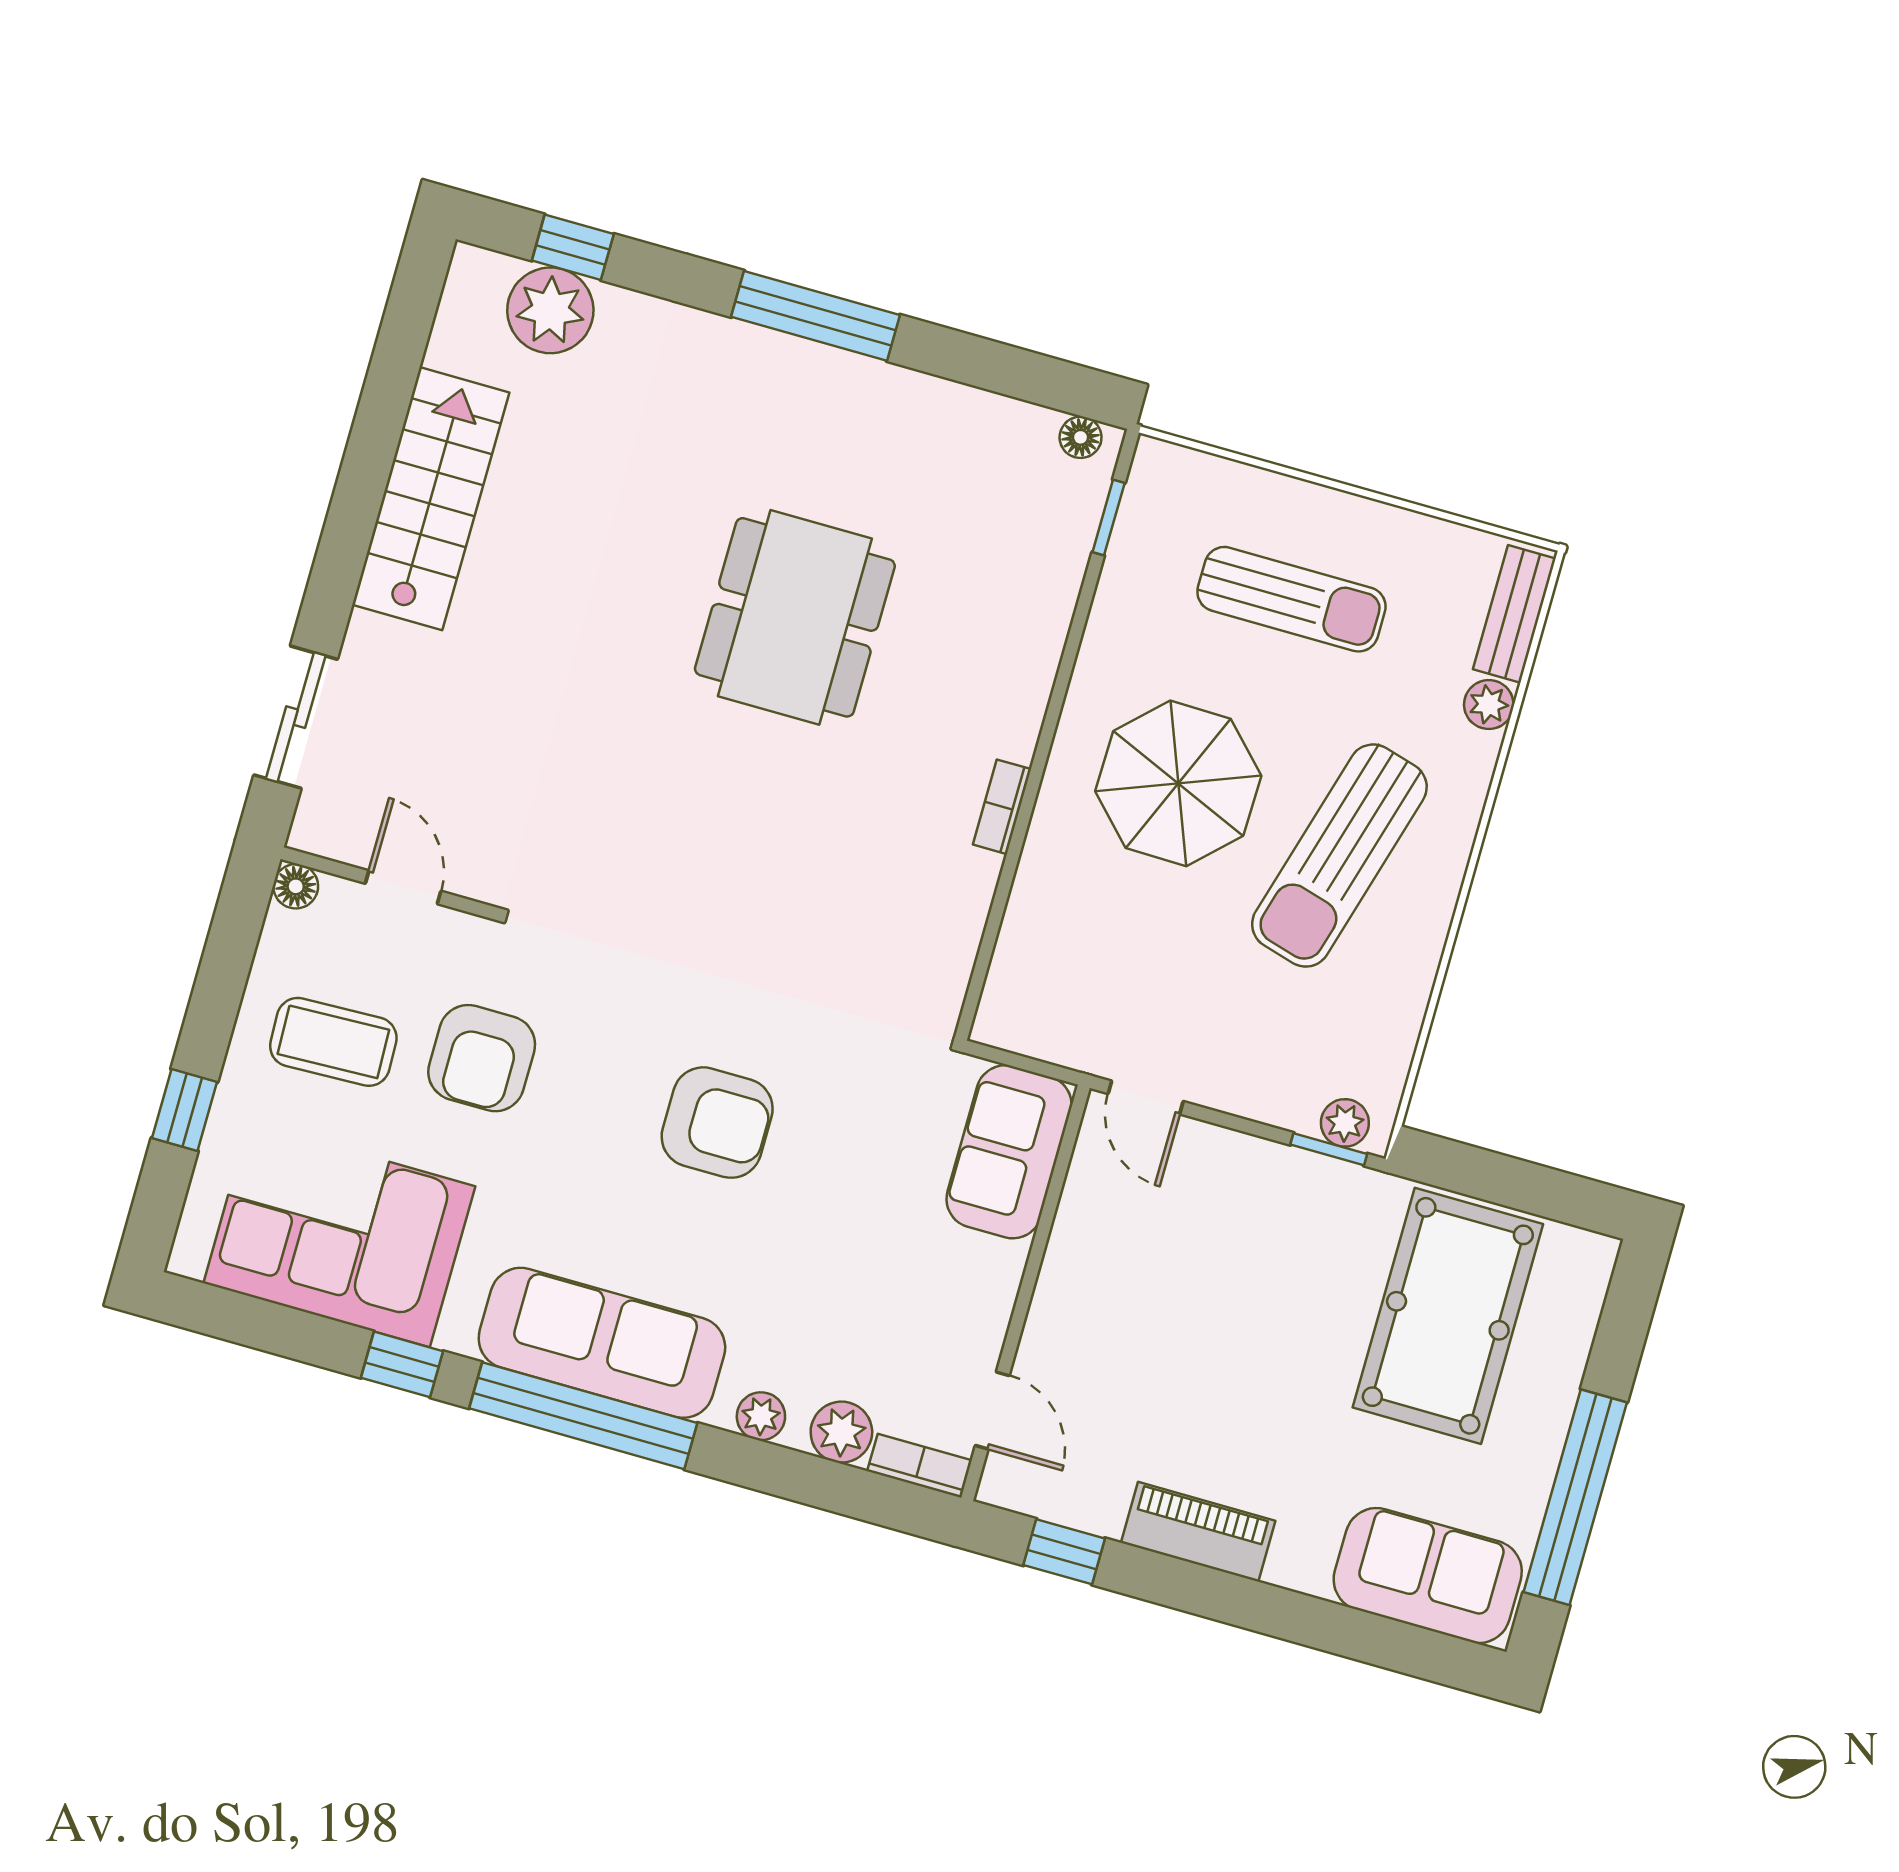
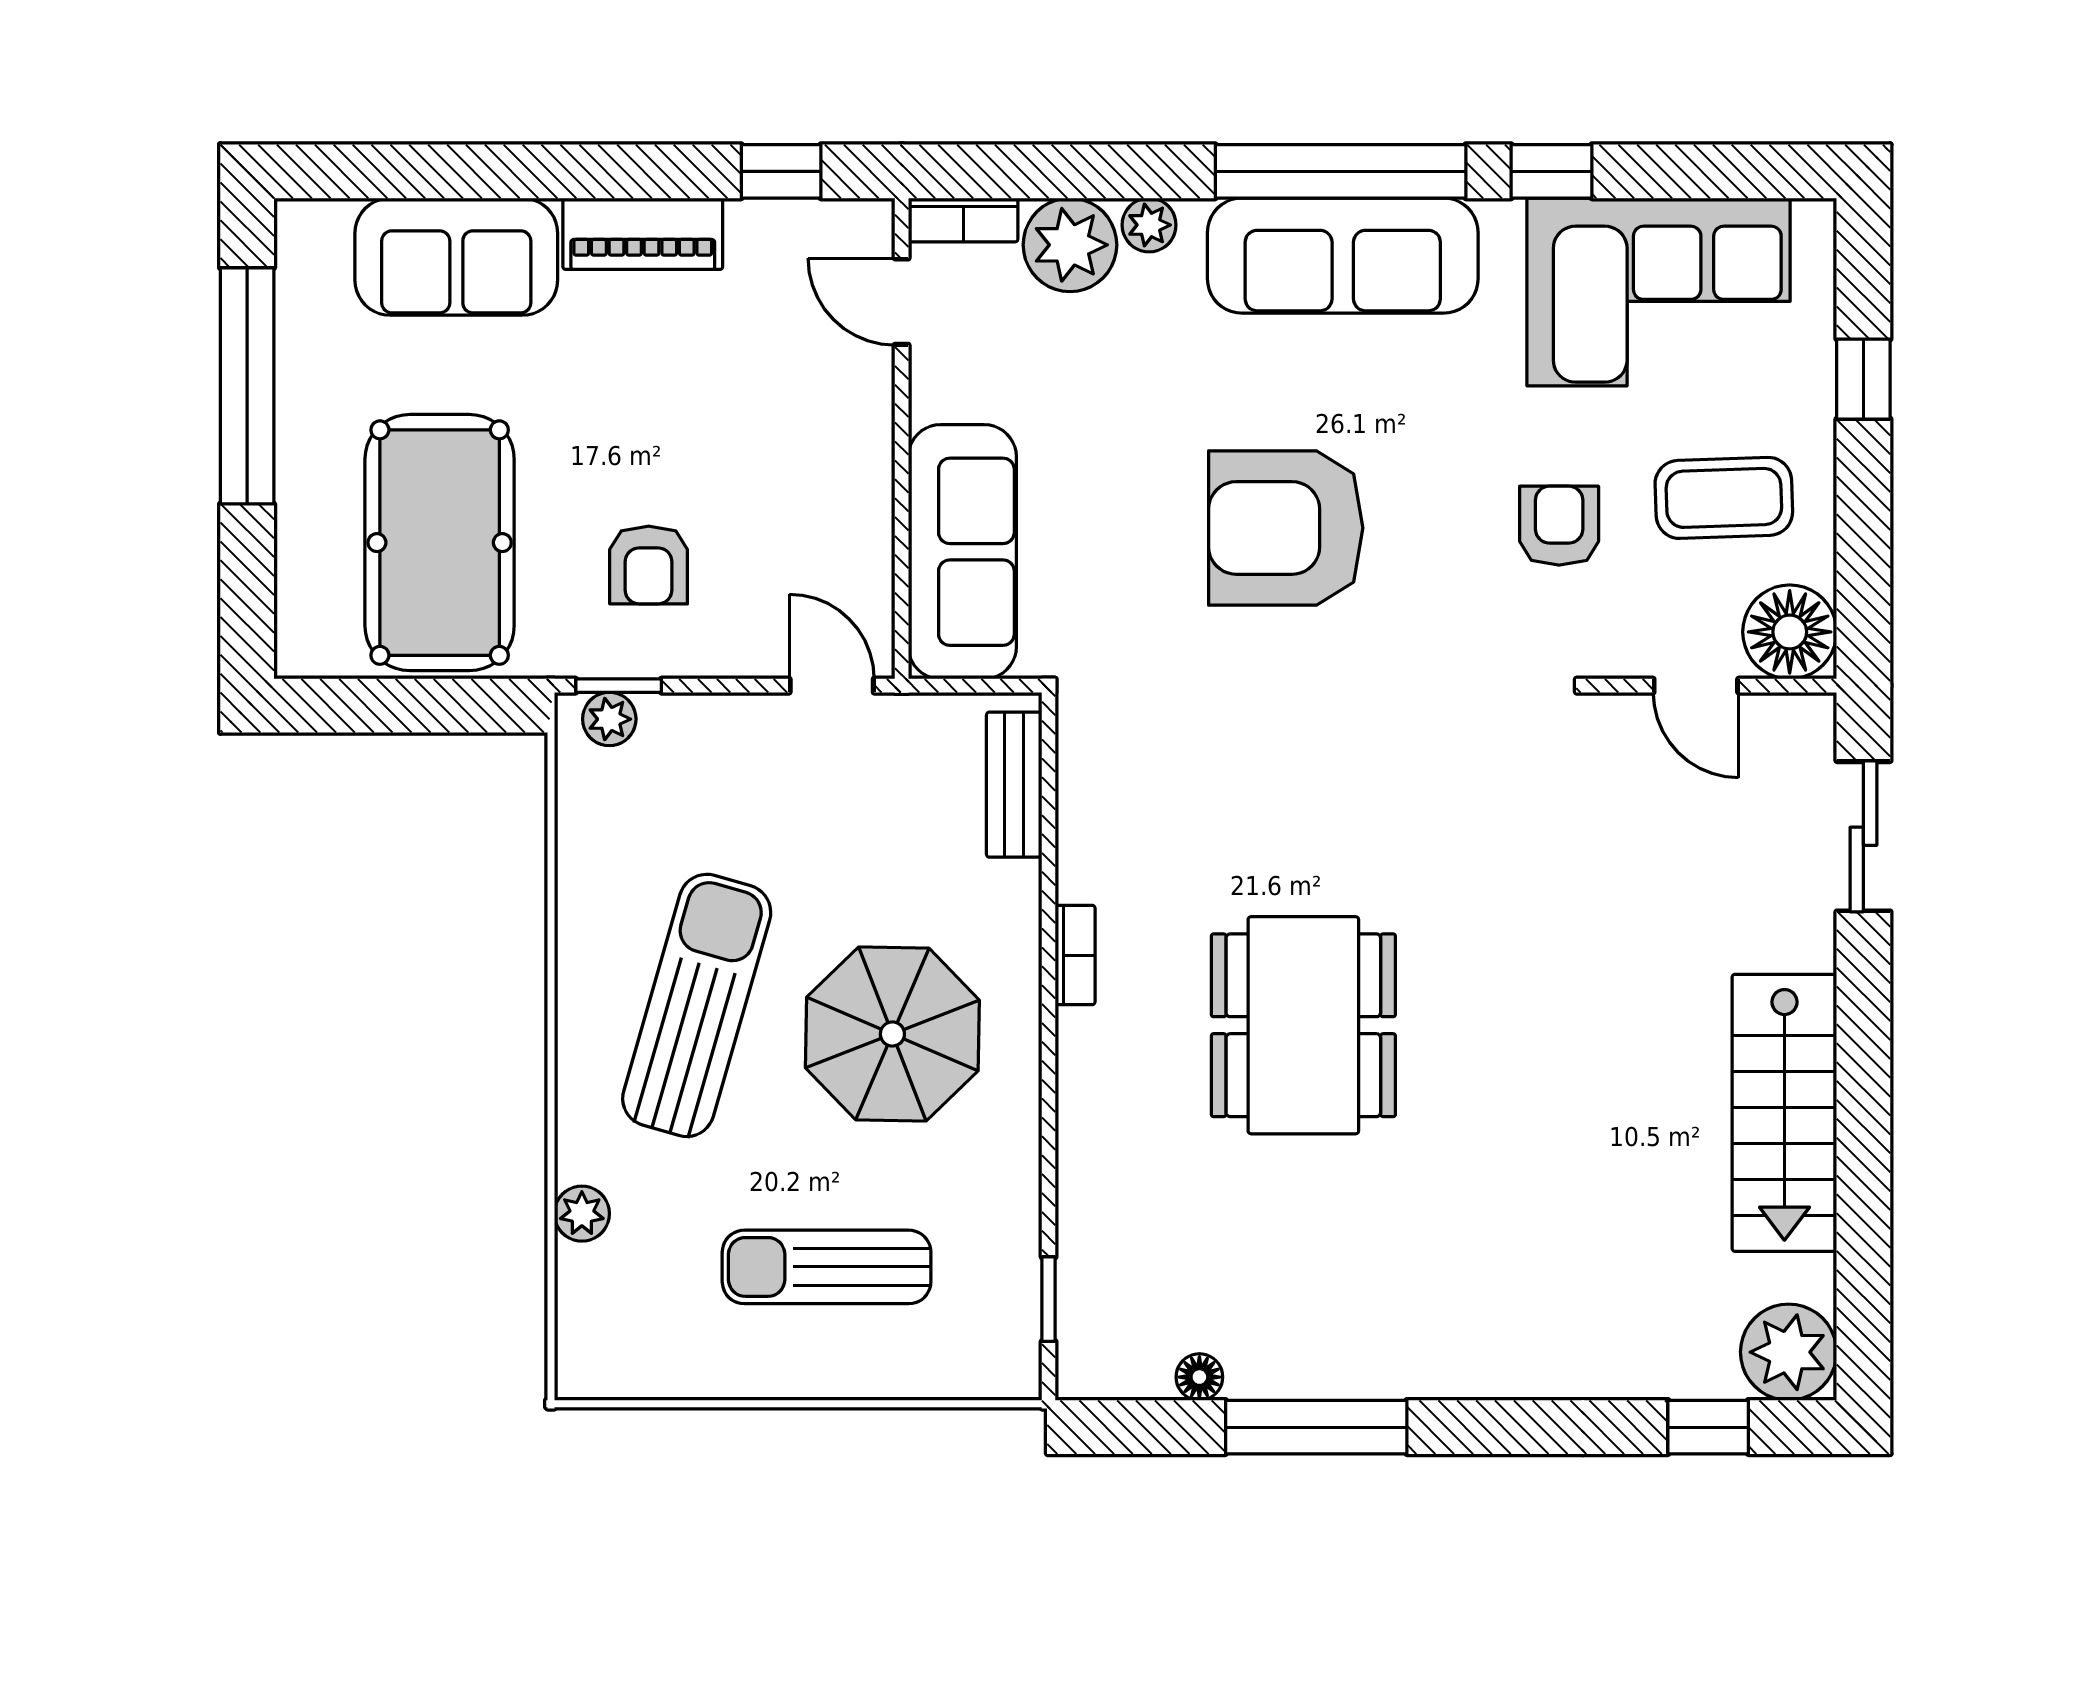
plant: (550, 310) -> (1789, 1352), moved
window: (815, 316) -> (1316, 1427), moved
floor lamp: (1081, 437) -> (1199, 1377), moved
bench: (1514, 614) -> (1014, 785), moved
dining table: (795, 617) -> (1303, 1025), moved
floor lamp: (296, 886) -> (1790, 632), width x1.89, depth x1.89
armchair: (482, 1058) -> (1559, 526), width x0.72, depth x0.72
armchair: (717, 1123) -> (1286, 528), width x1.36, depth x1.36
sofa: (1009, 1152) -> (962, 552), width x1.36
armchair: (1274, 1246) -> (649, 565), added
plant: (841, 1432) -> (1070, 245), width x1.36, depth x1.36
sofa: (1428, 1575) -> (456, 257), moved

